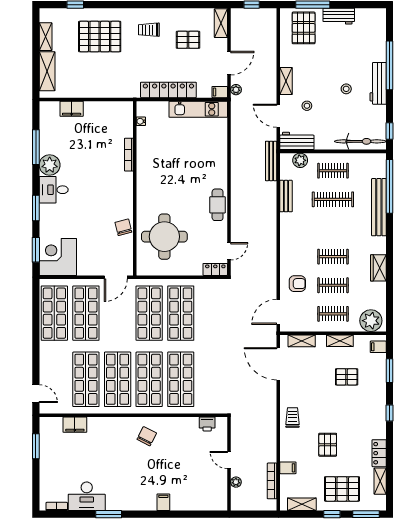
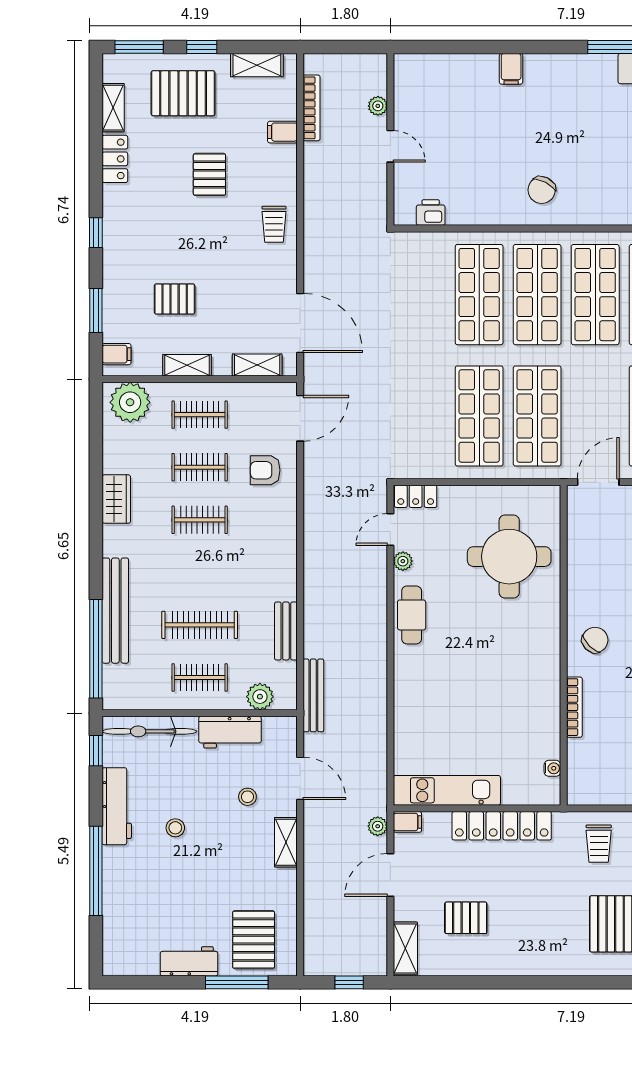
trolley: (149, 30) -> (599, 844), moved, turned 90
workbench: (378, 83) -> (117, 806), moved
workbench: (297, 141) -> (230, 732), moved
chair: (123, 227) -> (595, 640), moved, turned -121
plant: (222, 234) -> (403, 561), added

